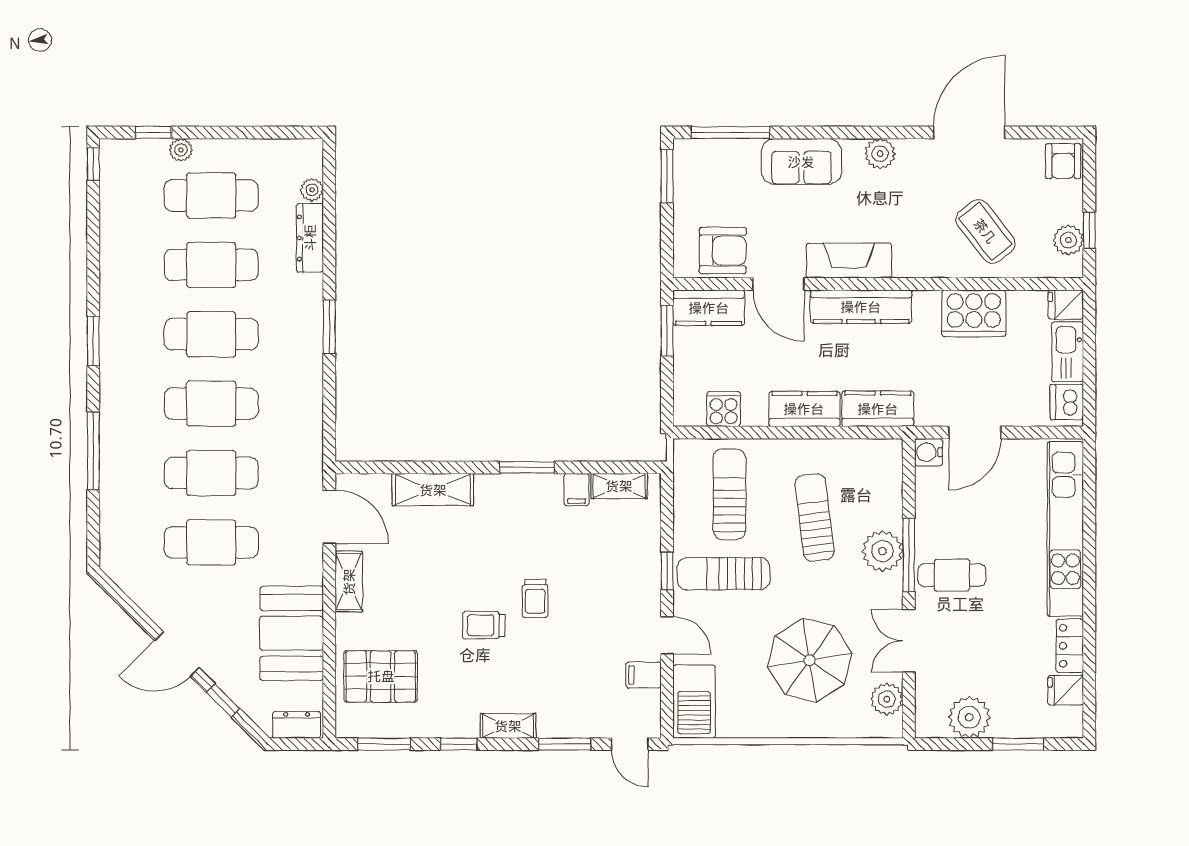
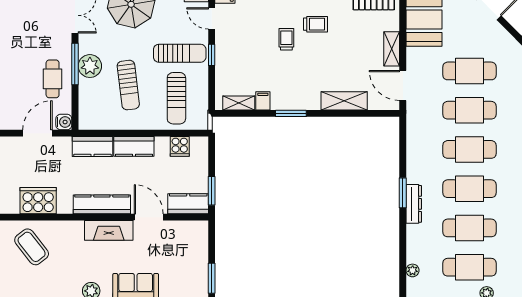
dresser: (310, 238) -> (414, 204), moved
armchair: (723, 251) -> (180, 236), removed
cafe table: (952, 575) -> (53, 79), moved, turned 90

